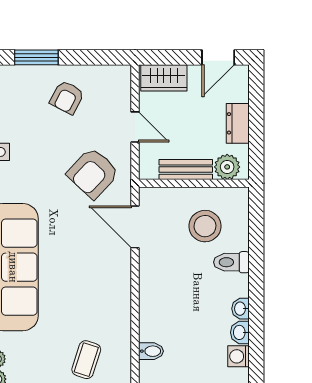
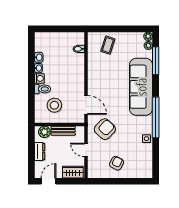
window: (36, 57) -> (130, 181), removed
washing machine: (238, 356) -> (39, 78), moved

